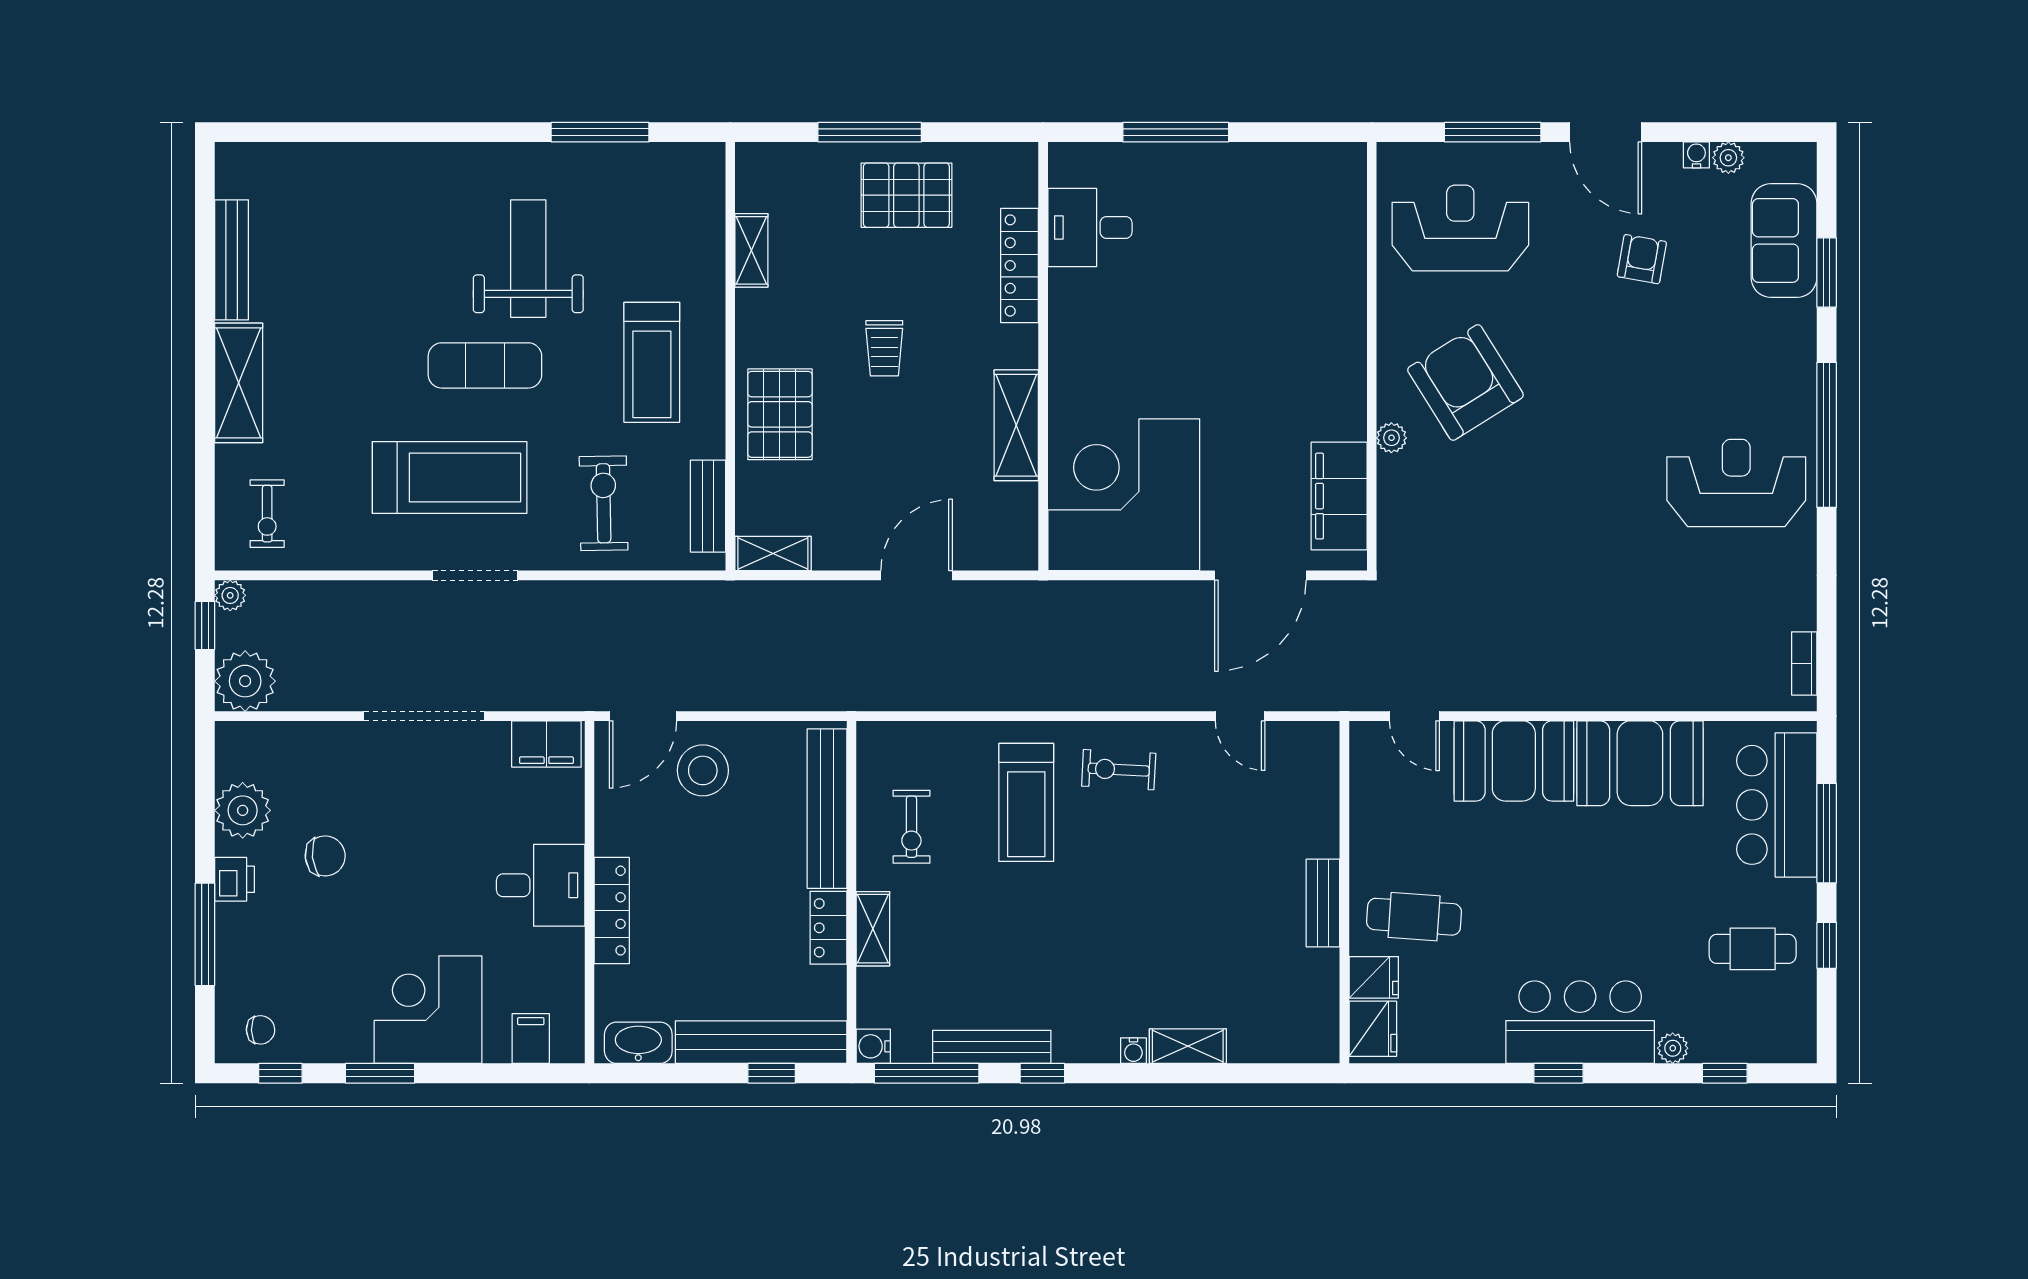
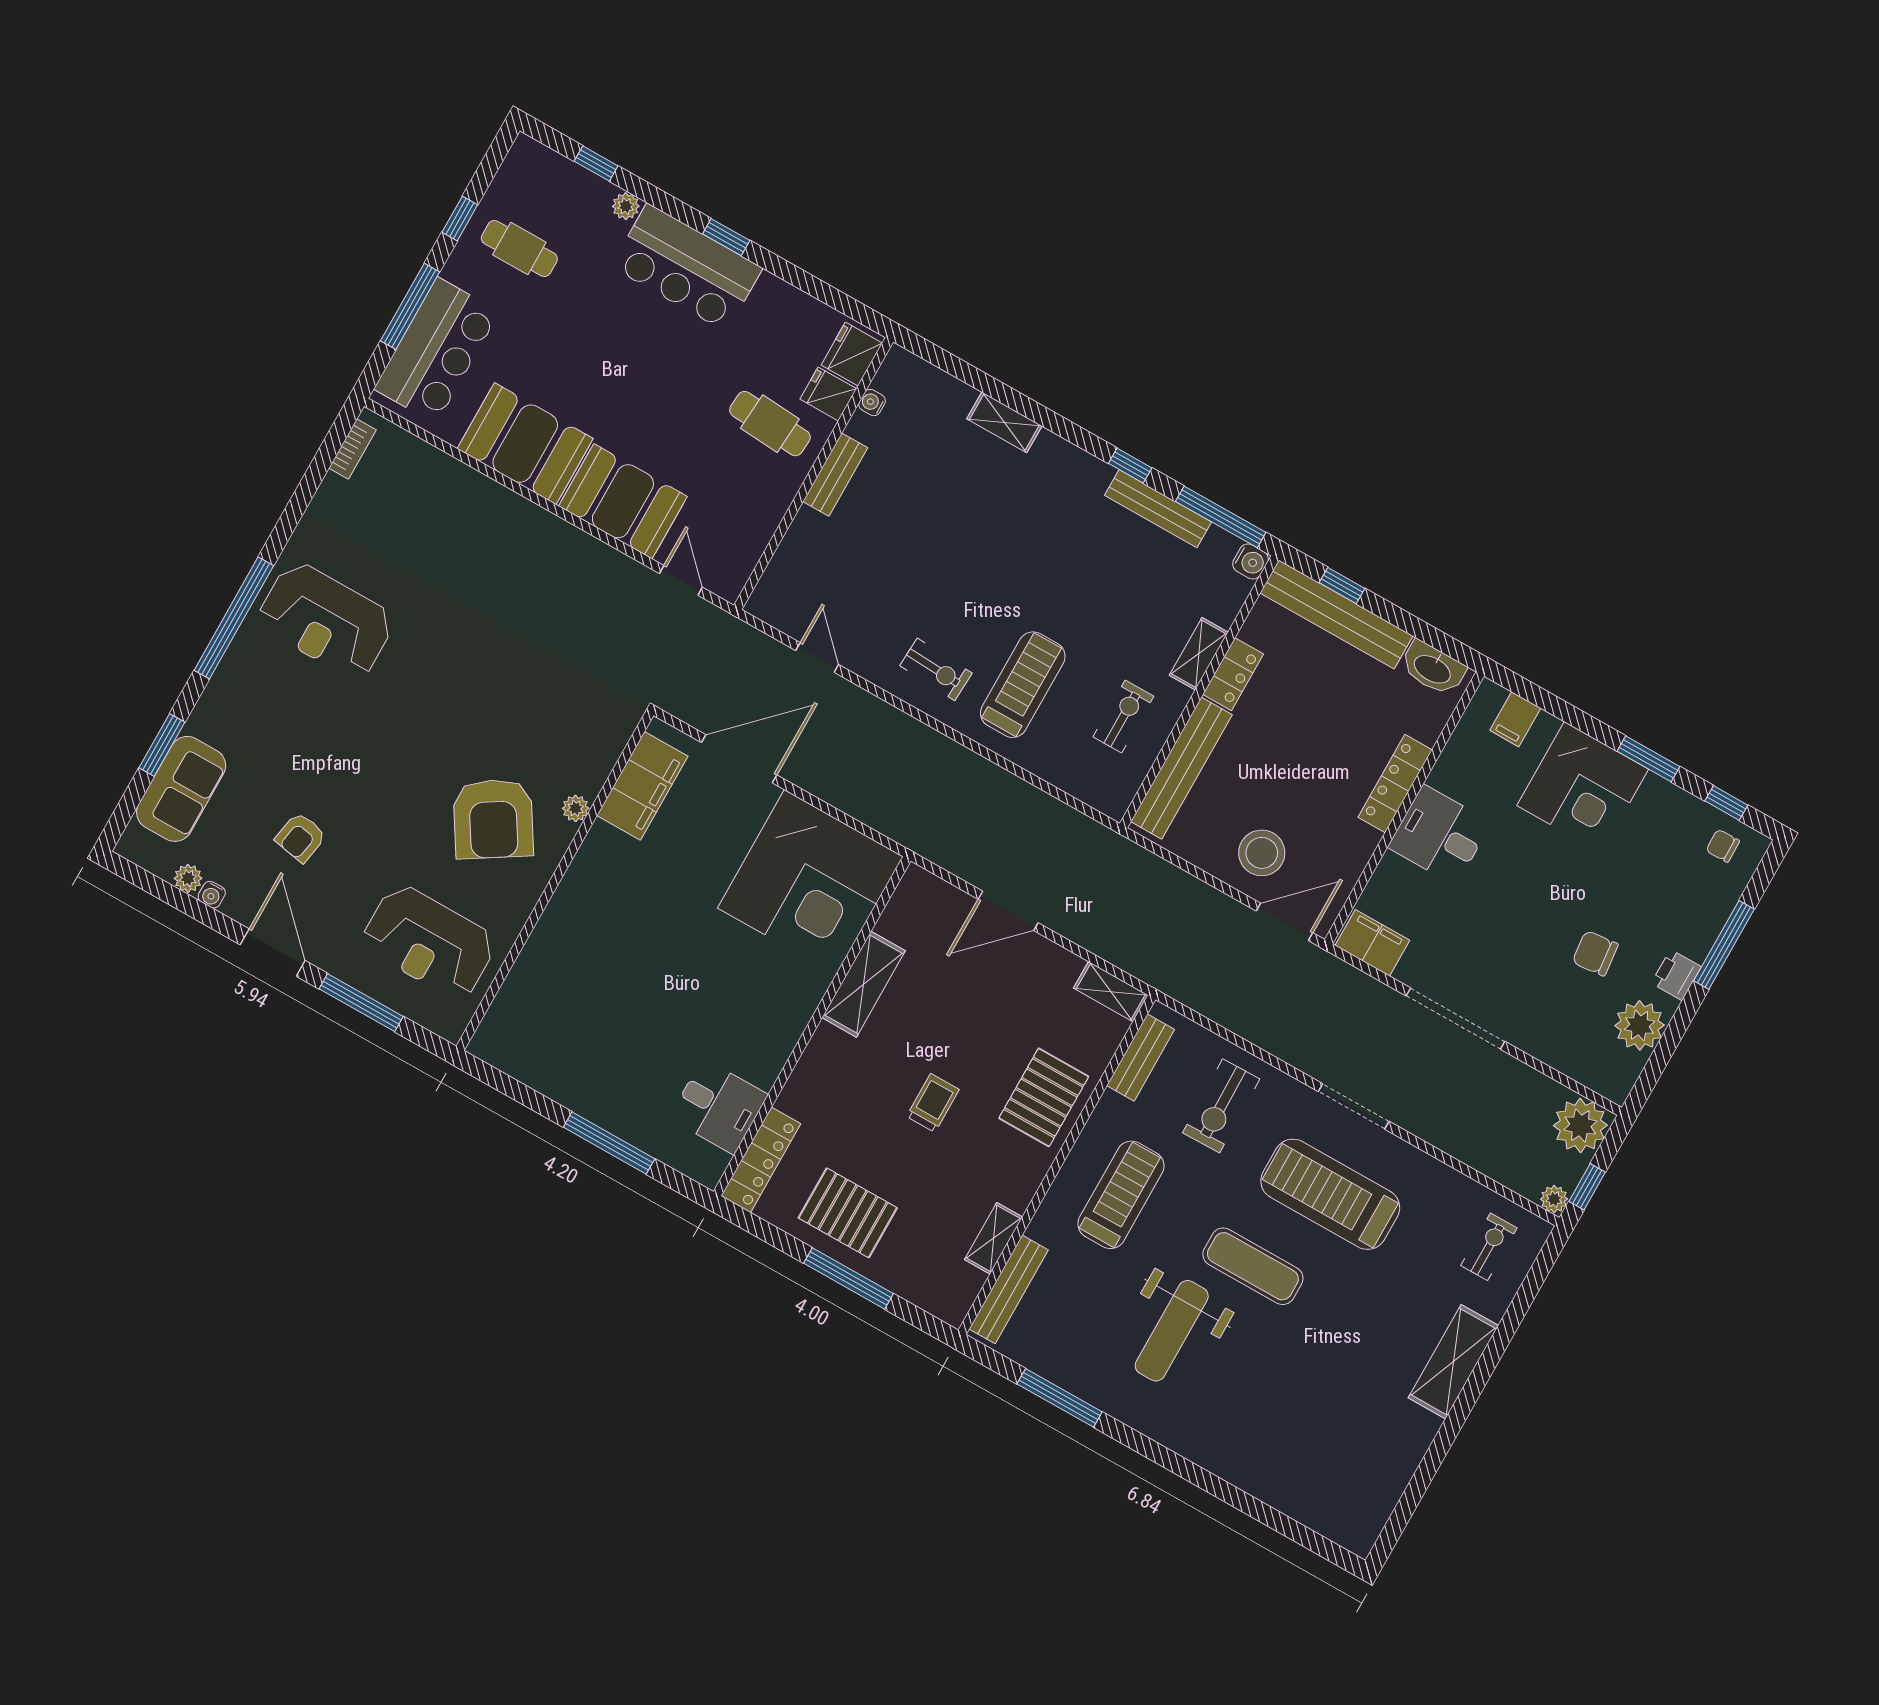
bench: (232, 260) -> (1009, 1289), moved
locker: (1020, 265) -> (761, 1160), moved
water cooler: (1133, 1051) -> (872, 403), moved, turned -90

